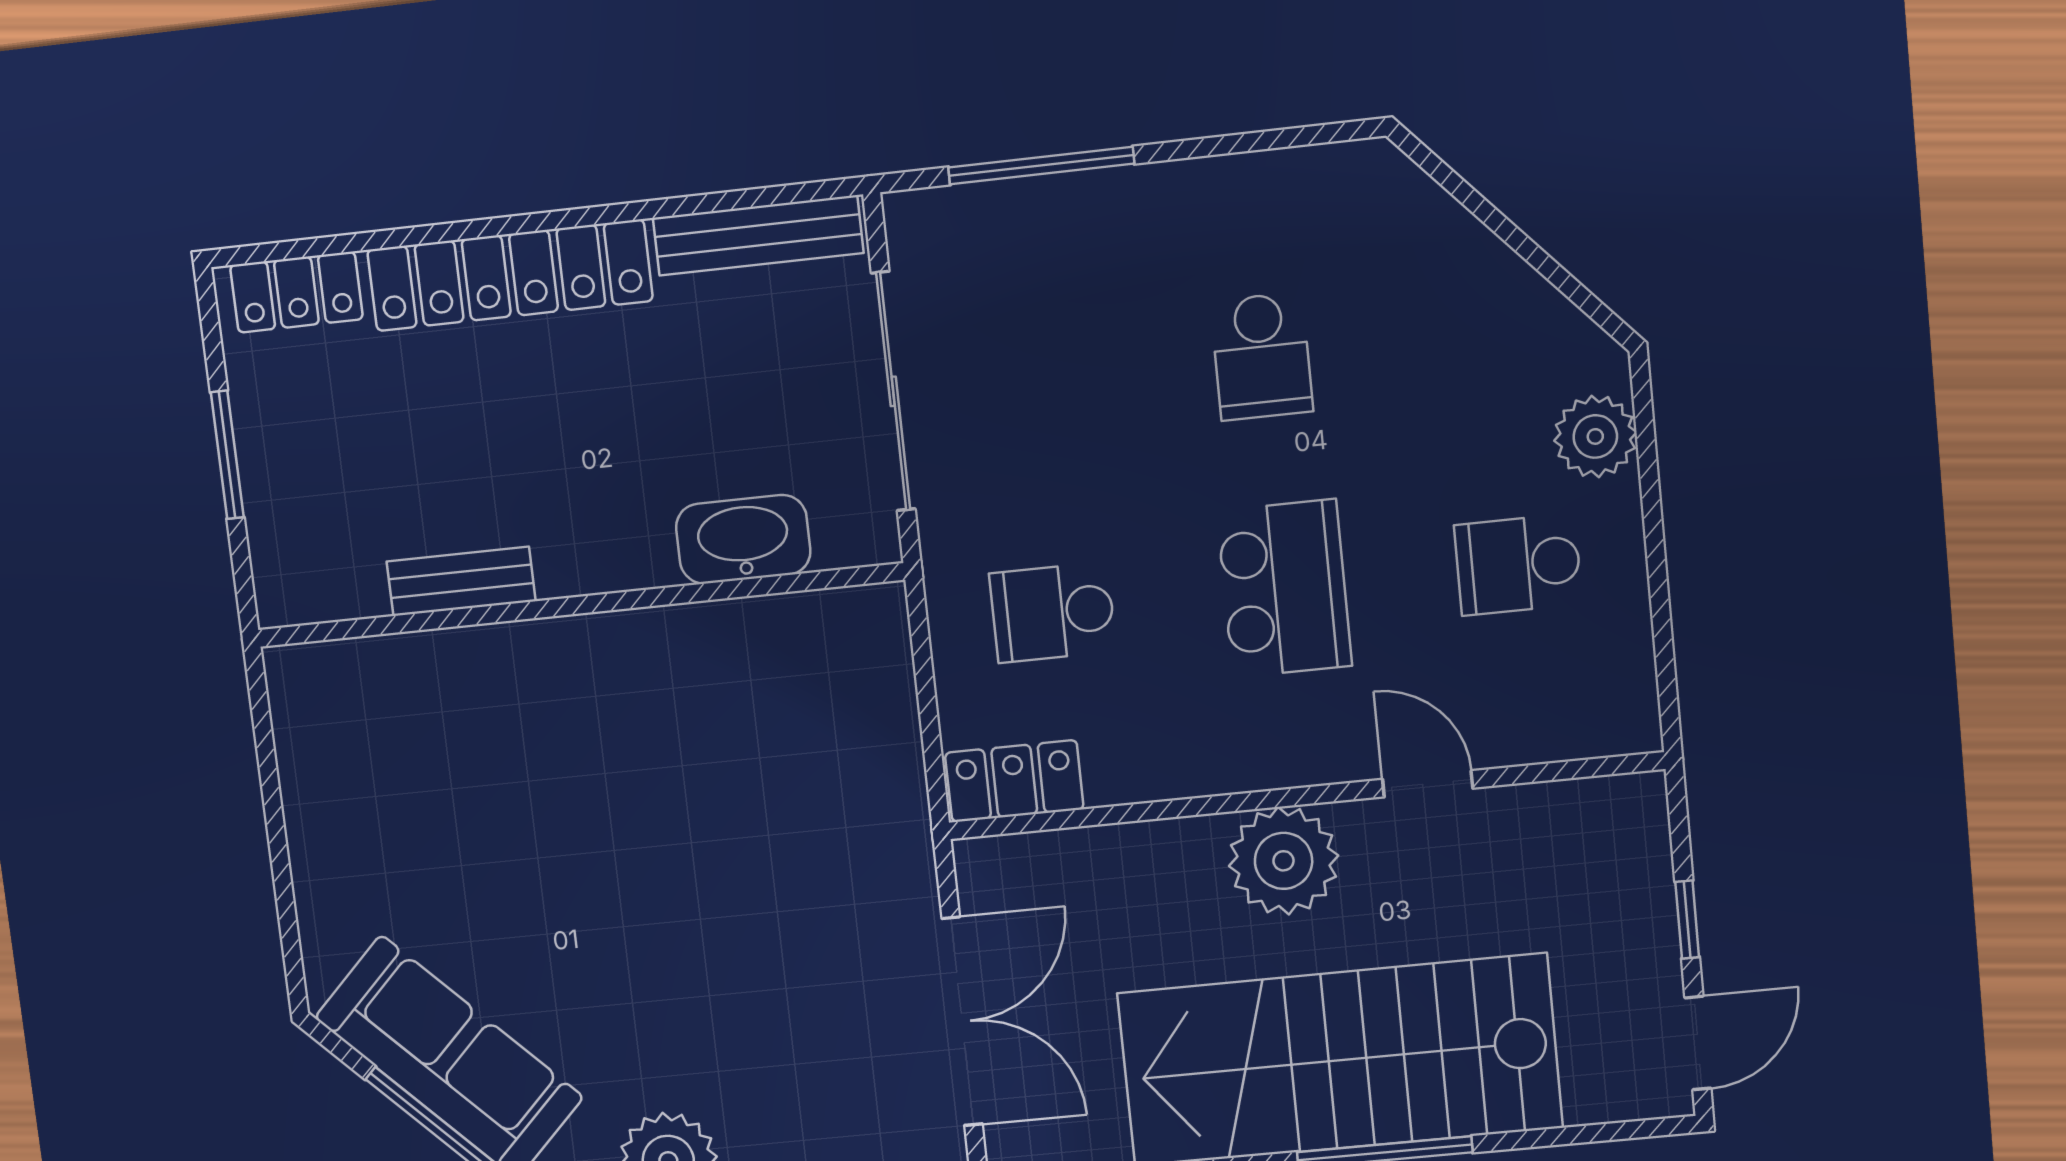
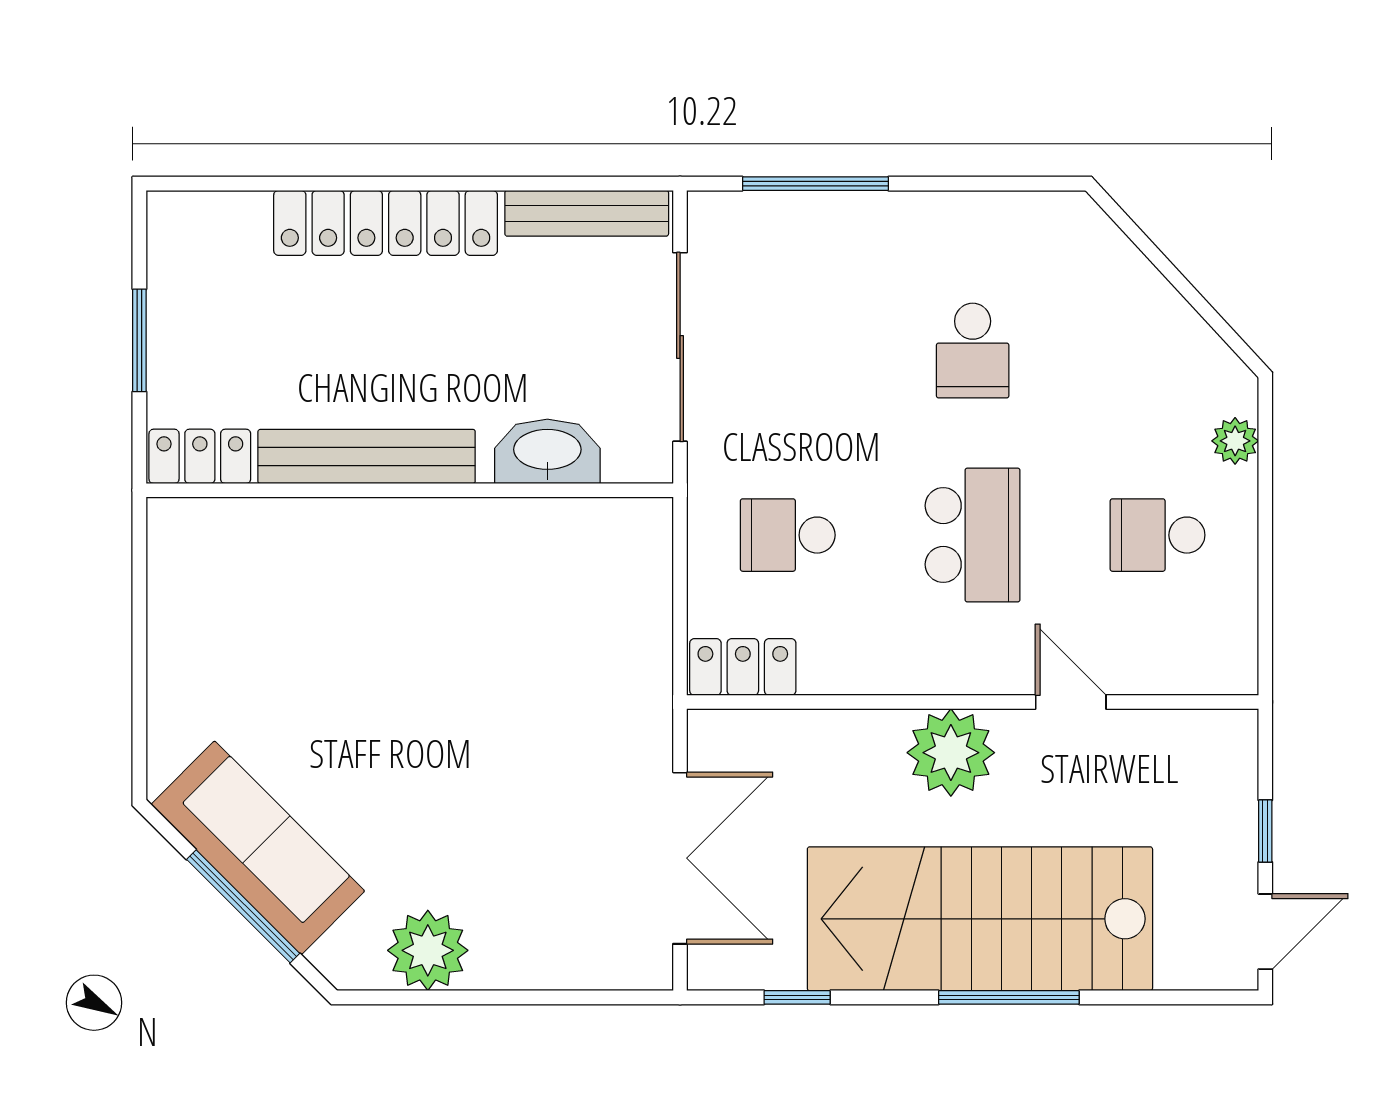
locker: (296, 292) -> (200, 456), moved, turned 180
plant: (1595, 436) -> (1235, 441), width x0.73, depth x0.73
bench: (461, 581) -> (367, 456), width x1.86, depth x1.21

